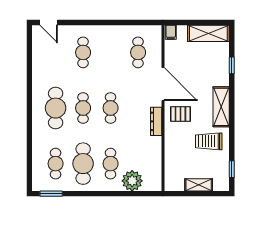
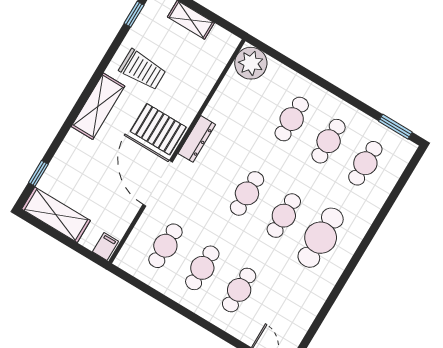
cafe table: (111, 52) -> (202, 268), added
window: (232, 65) -> (38, 173), moved
pallet: (180, 114) -> (158, 129), width x1.50, depth x1.42
cafe table: (83, 164) -> (329, 141), width x0.73, depth x0.74
plant: (132, 181) -> (251, 63), moved

